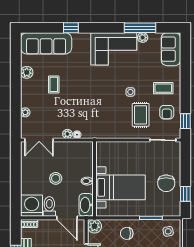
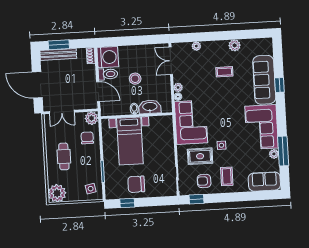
sofa: (46, 43) -> (264, 80), moved
corner sofa: (104, 122) -> (191, 122), added
washbasin: (86, 205) -> (150, 107), moved
door: (67, 218) -> (98, 92), swing flipped
chair: (127, 233) -> (87, 138), moved

